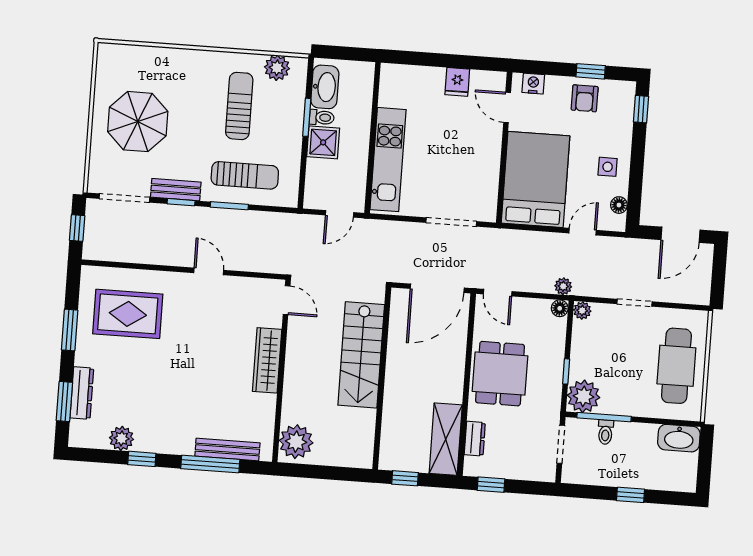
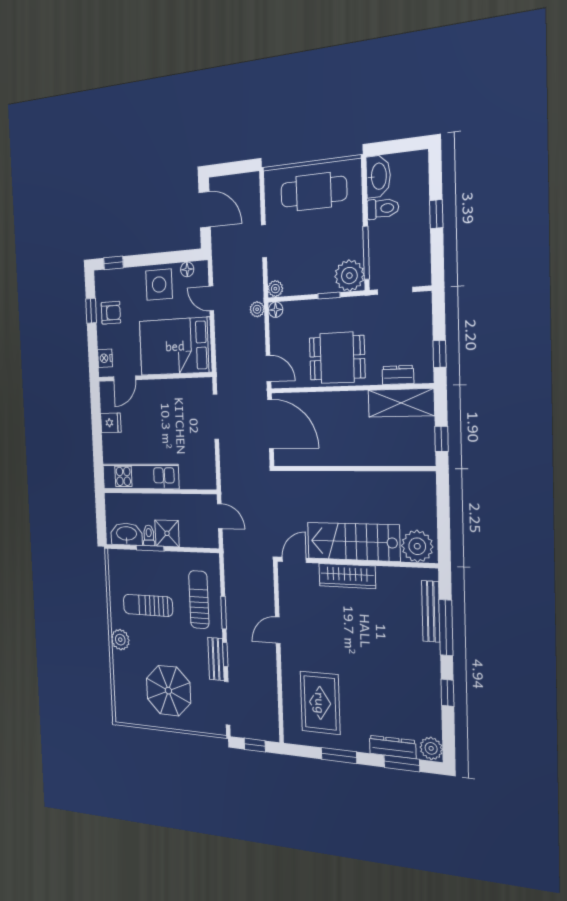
plant: (277, 68) -> (120, 640), moved
kitchen unit: (388, 160) -> (140, 476), moved
side table: (608, 167) -> (159, 285), width x1.87, depth x1.87
door: (498, 293) -> (268, 369), hinge flipped
stairs: (361, 355) -> (353, 542), moved, turned 180
toilet: (605, 432) -> (383, 208), moved, width x1.37, depth x1.39
plant: (122, 438) -> (431, 748), moved

